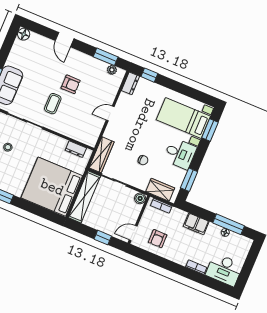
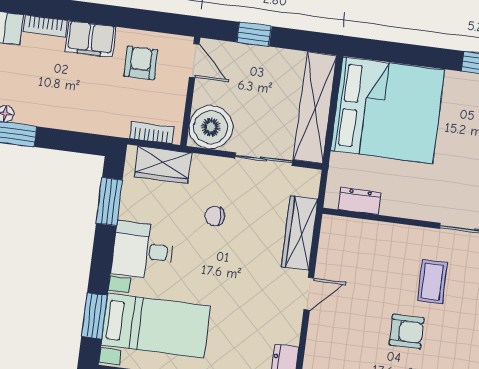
armchair: (71, 84) -> (407, 331), turned 180
wardrobe: (102, 155) -> (300, 233), moved
boiler: (140, 198) -> (211, 127), width x1.86, depth x1.86
filing cabinet: (196, 224) -> (91, 39), moved, turned 180
door: (133, 233) -> (194, 61), hinge flipped

